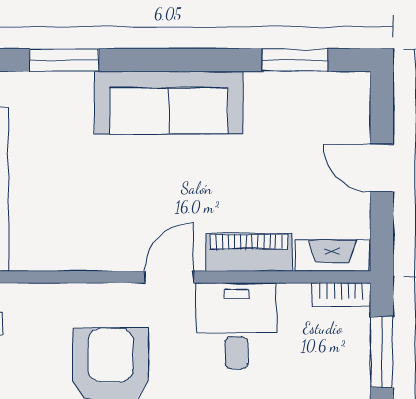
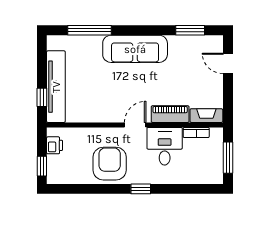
window: (64, 60) -> (89, 30), width x1.44
door: (382, 168) -> (228, 63), moved
bookcase: (341, 294) -> (196, 132), moved

